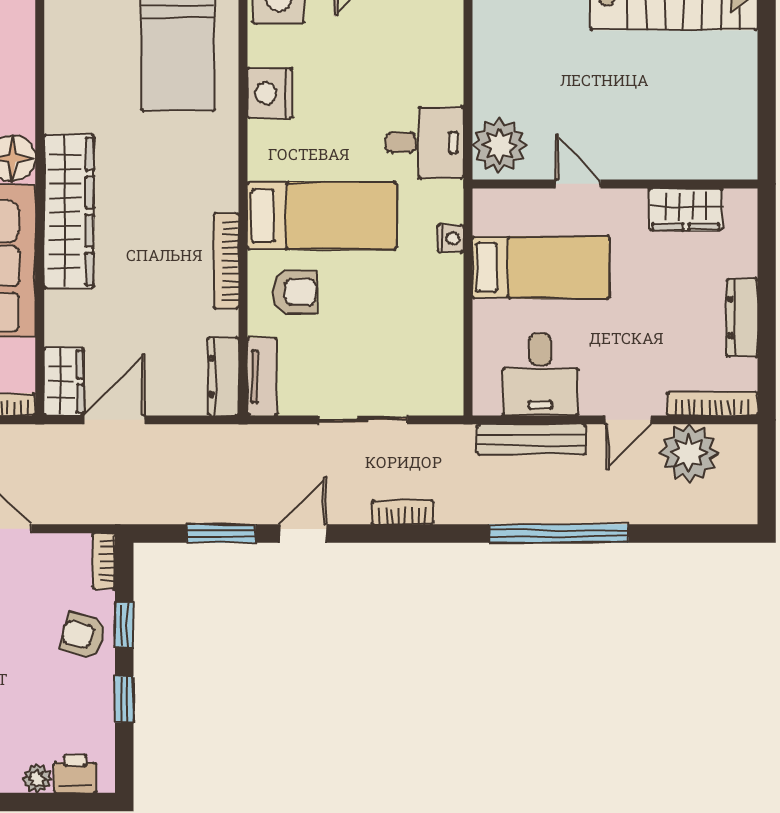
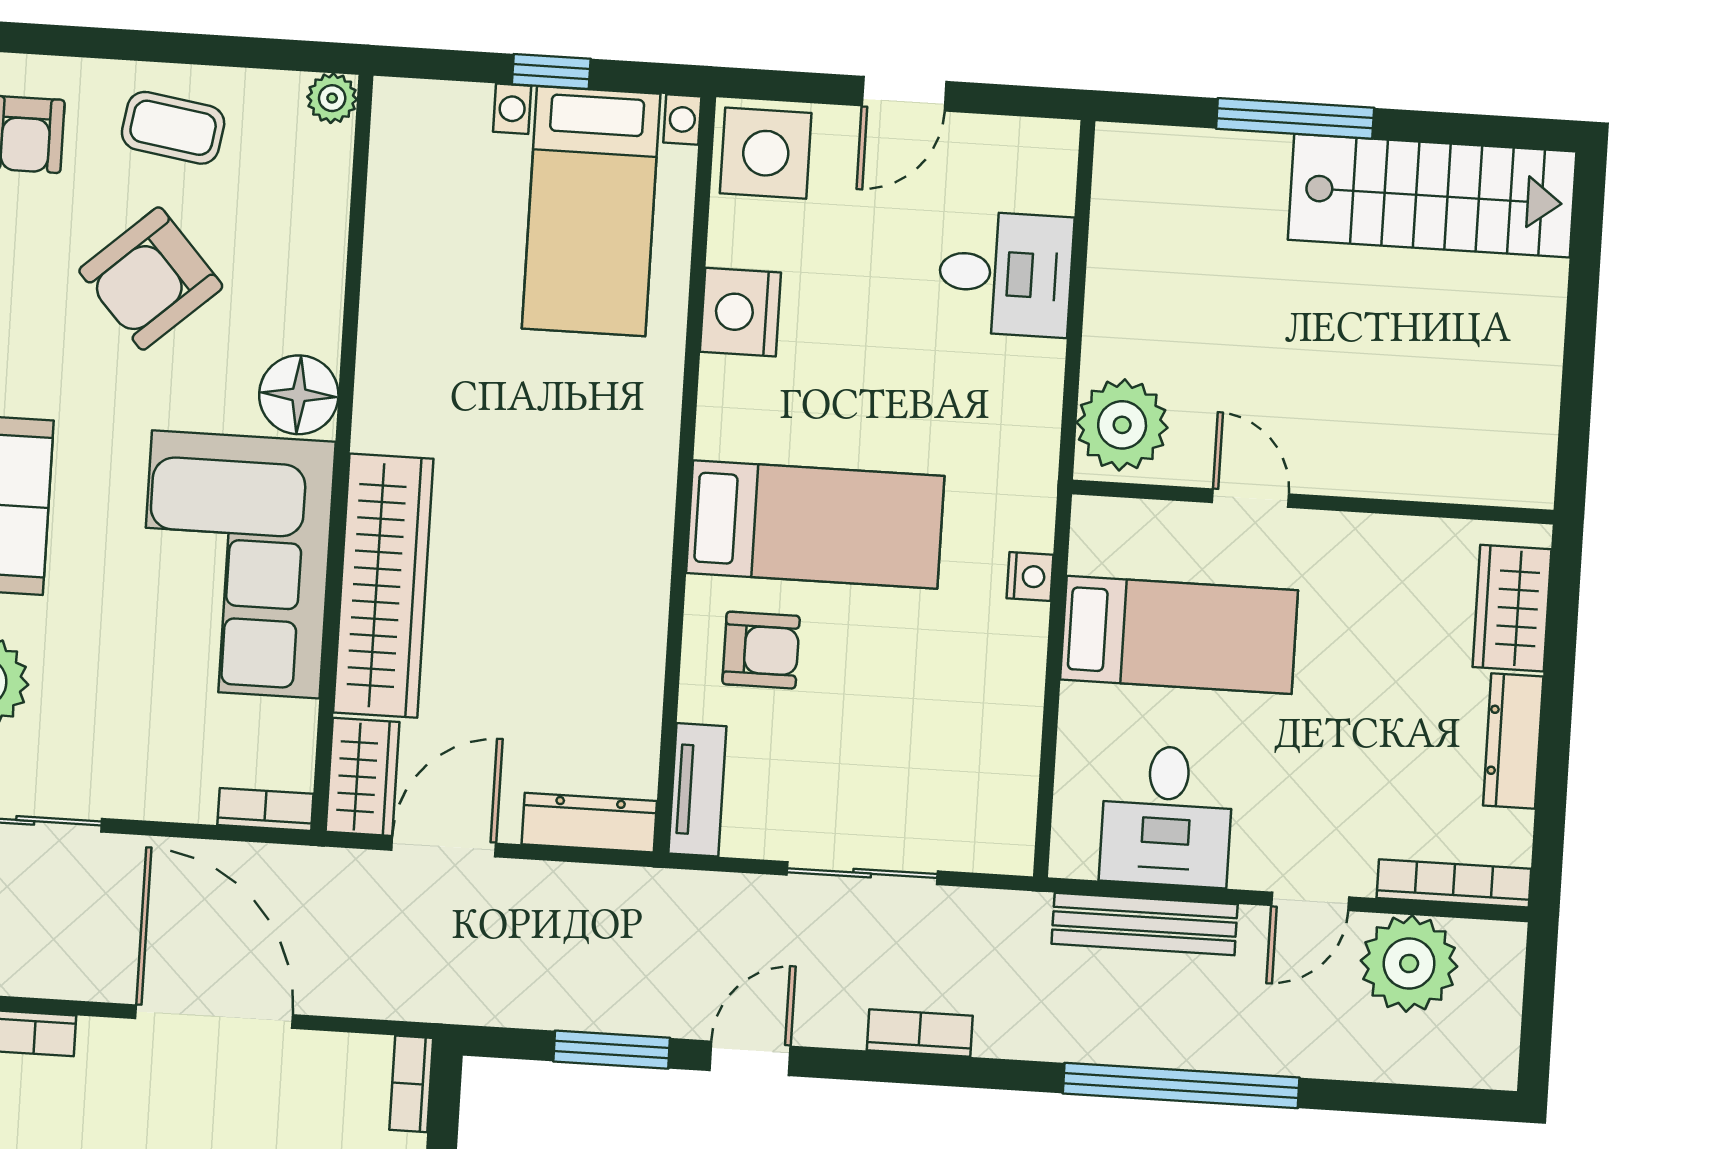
desk: (425, 143) -> (1005, 274), moved
wardrobe: (686, 209) -> (1512, 608), moved, turned 90
wardrobe: (69, 211) -> (383, 586), moved
bookcase: (226, 261) -> (650, 590), removed
dresser: (223, 376) -> (589, 823), moved, turned 90

